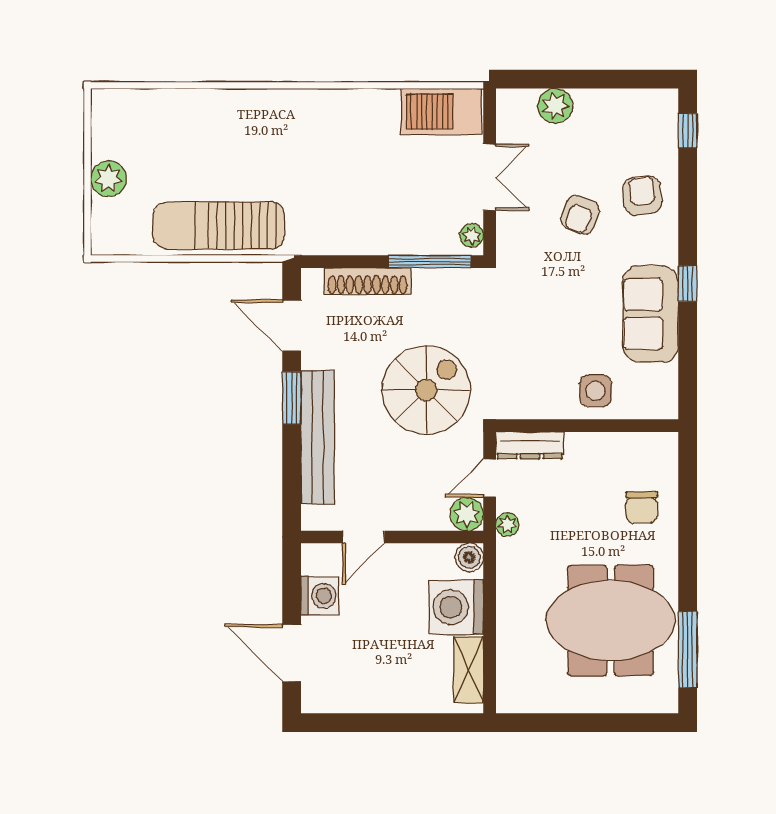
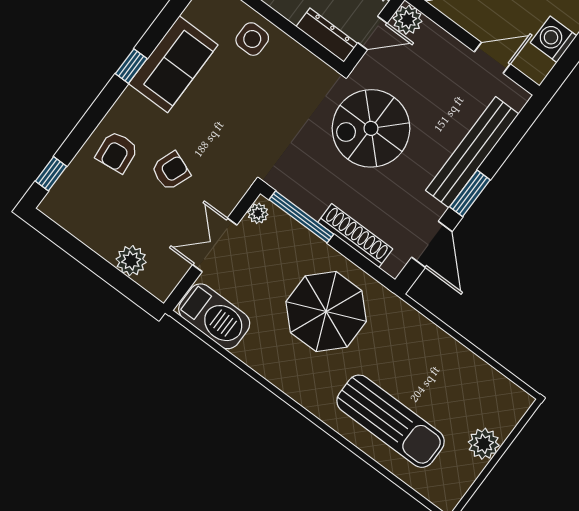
parasol: (343, 192) -> (326, 312), added
sun lounger: (219, 225) -> (391, 421), moved

